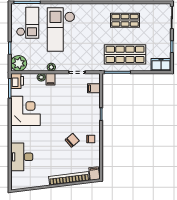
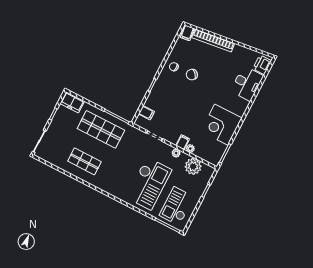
plant: (19, 63) -> (193, 166), moved
printer: (17, 81) -> (262, 65), moved

